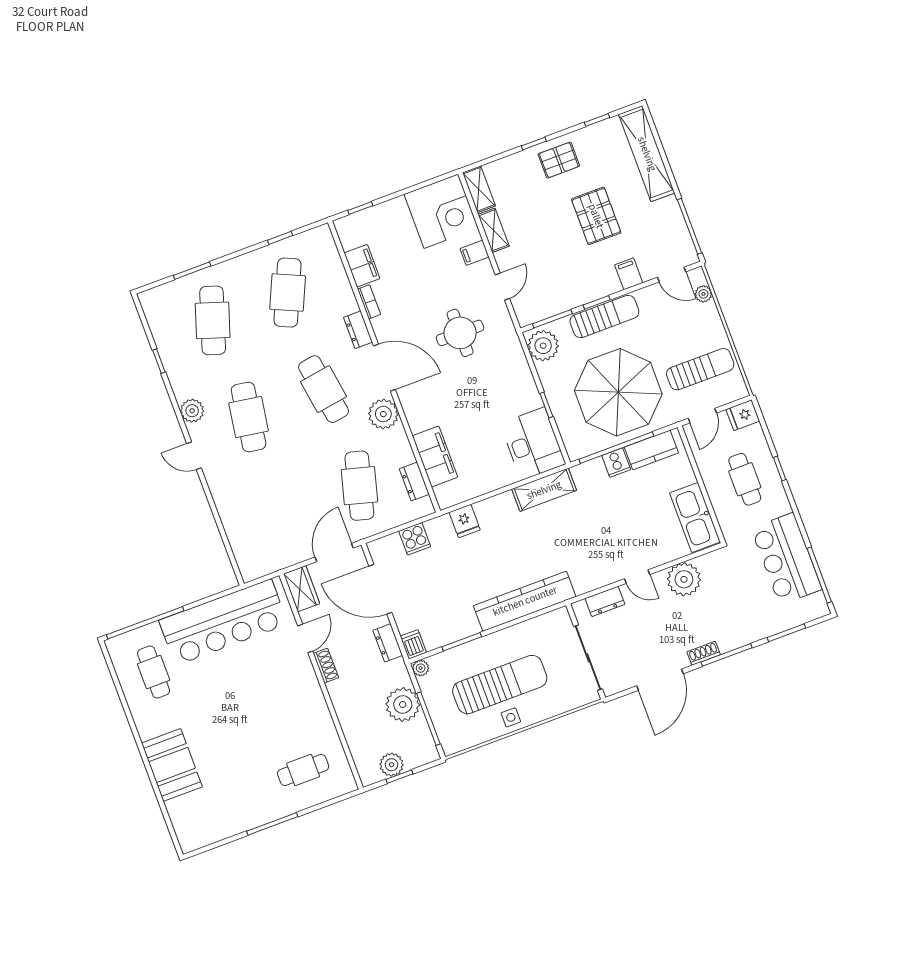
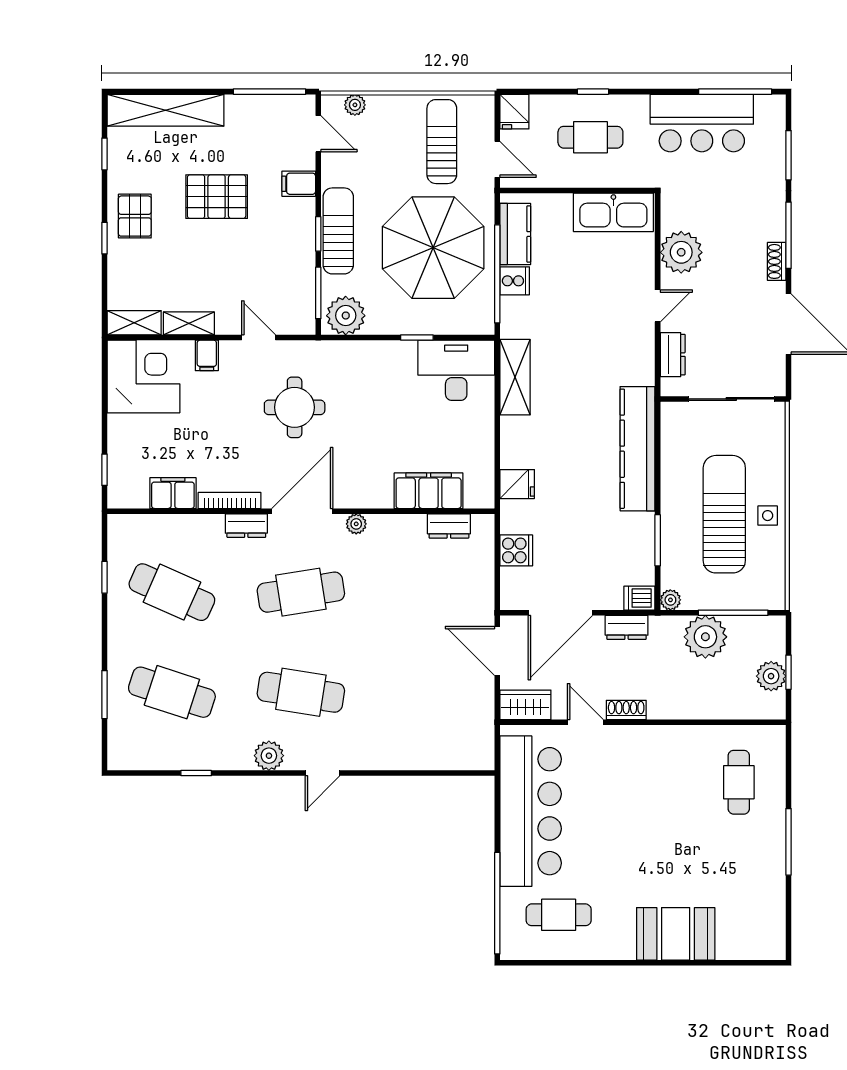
door: (672, 274) -> (318, 134), hinge flipped
bookcase: (369, 302) -> (230, 500), width x1.56
plant: (383, 414) -> (356, 524), width x0.53, depth x0.53
cafe table: (359, 486) -> (430, 592), removed

